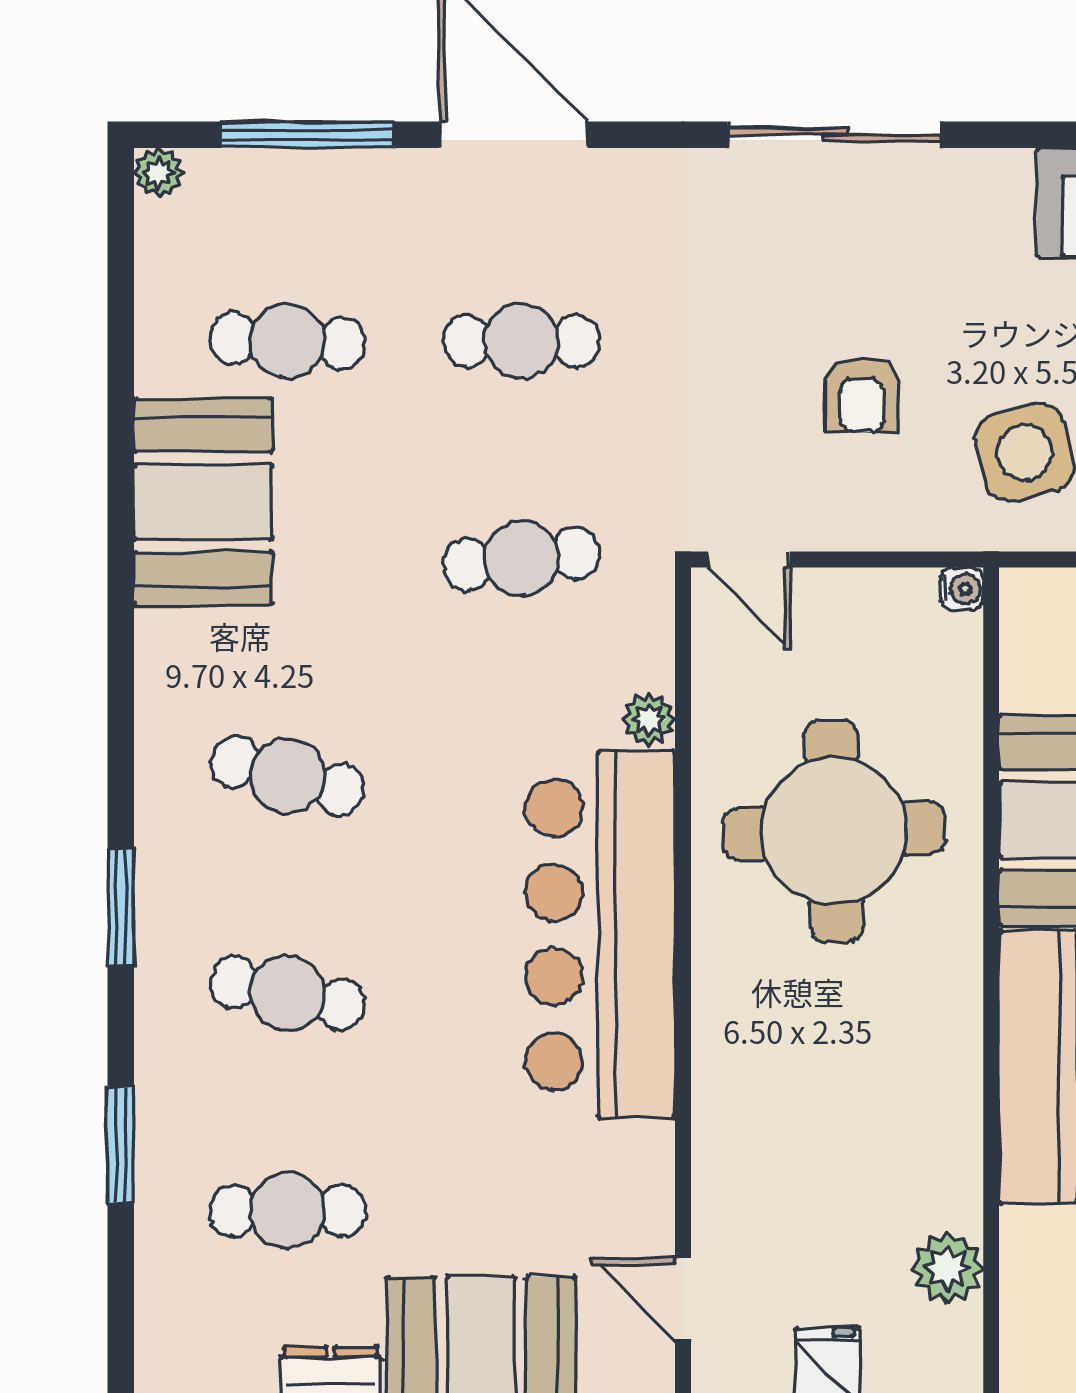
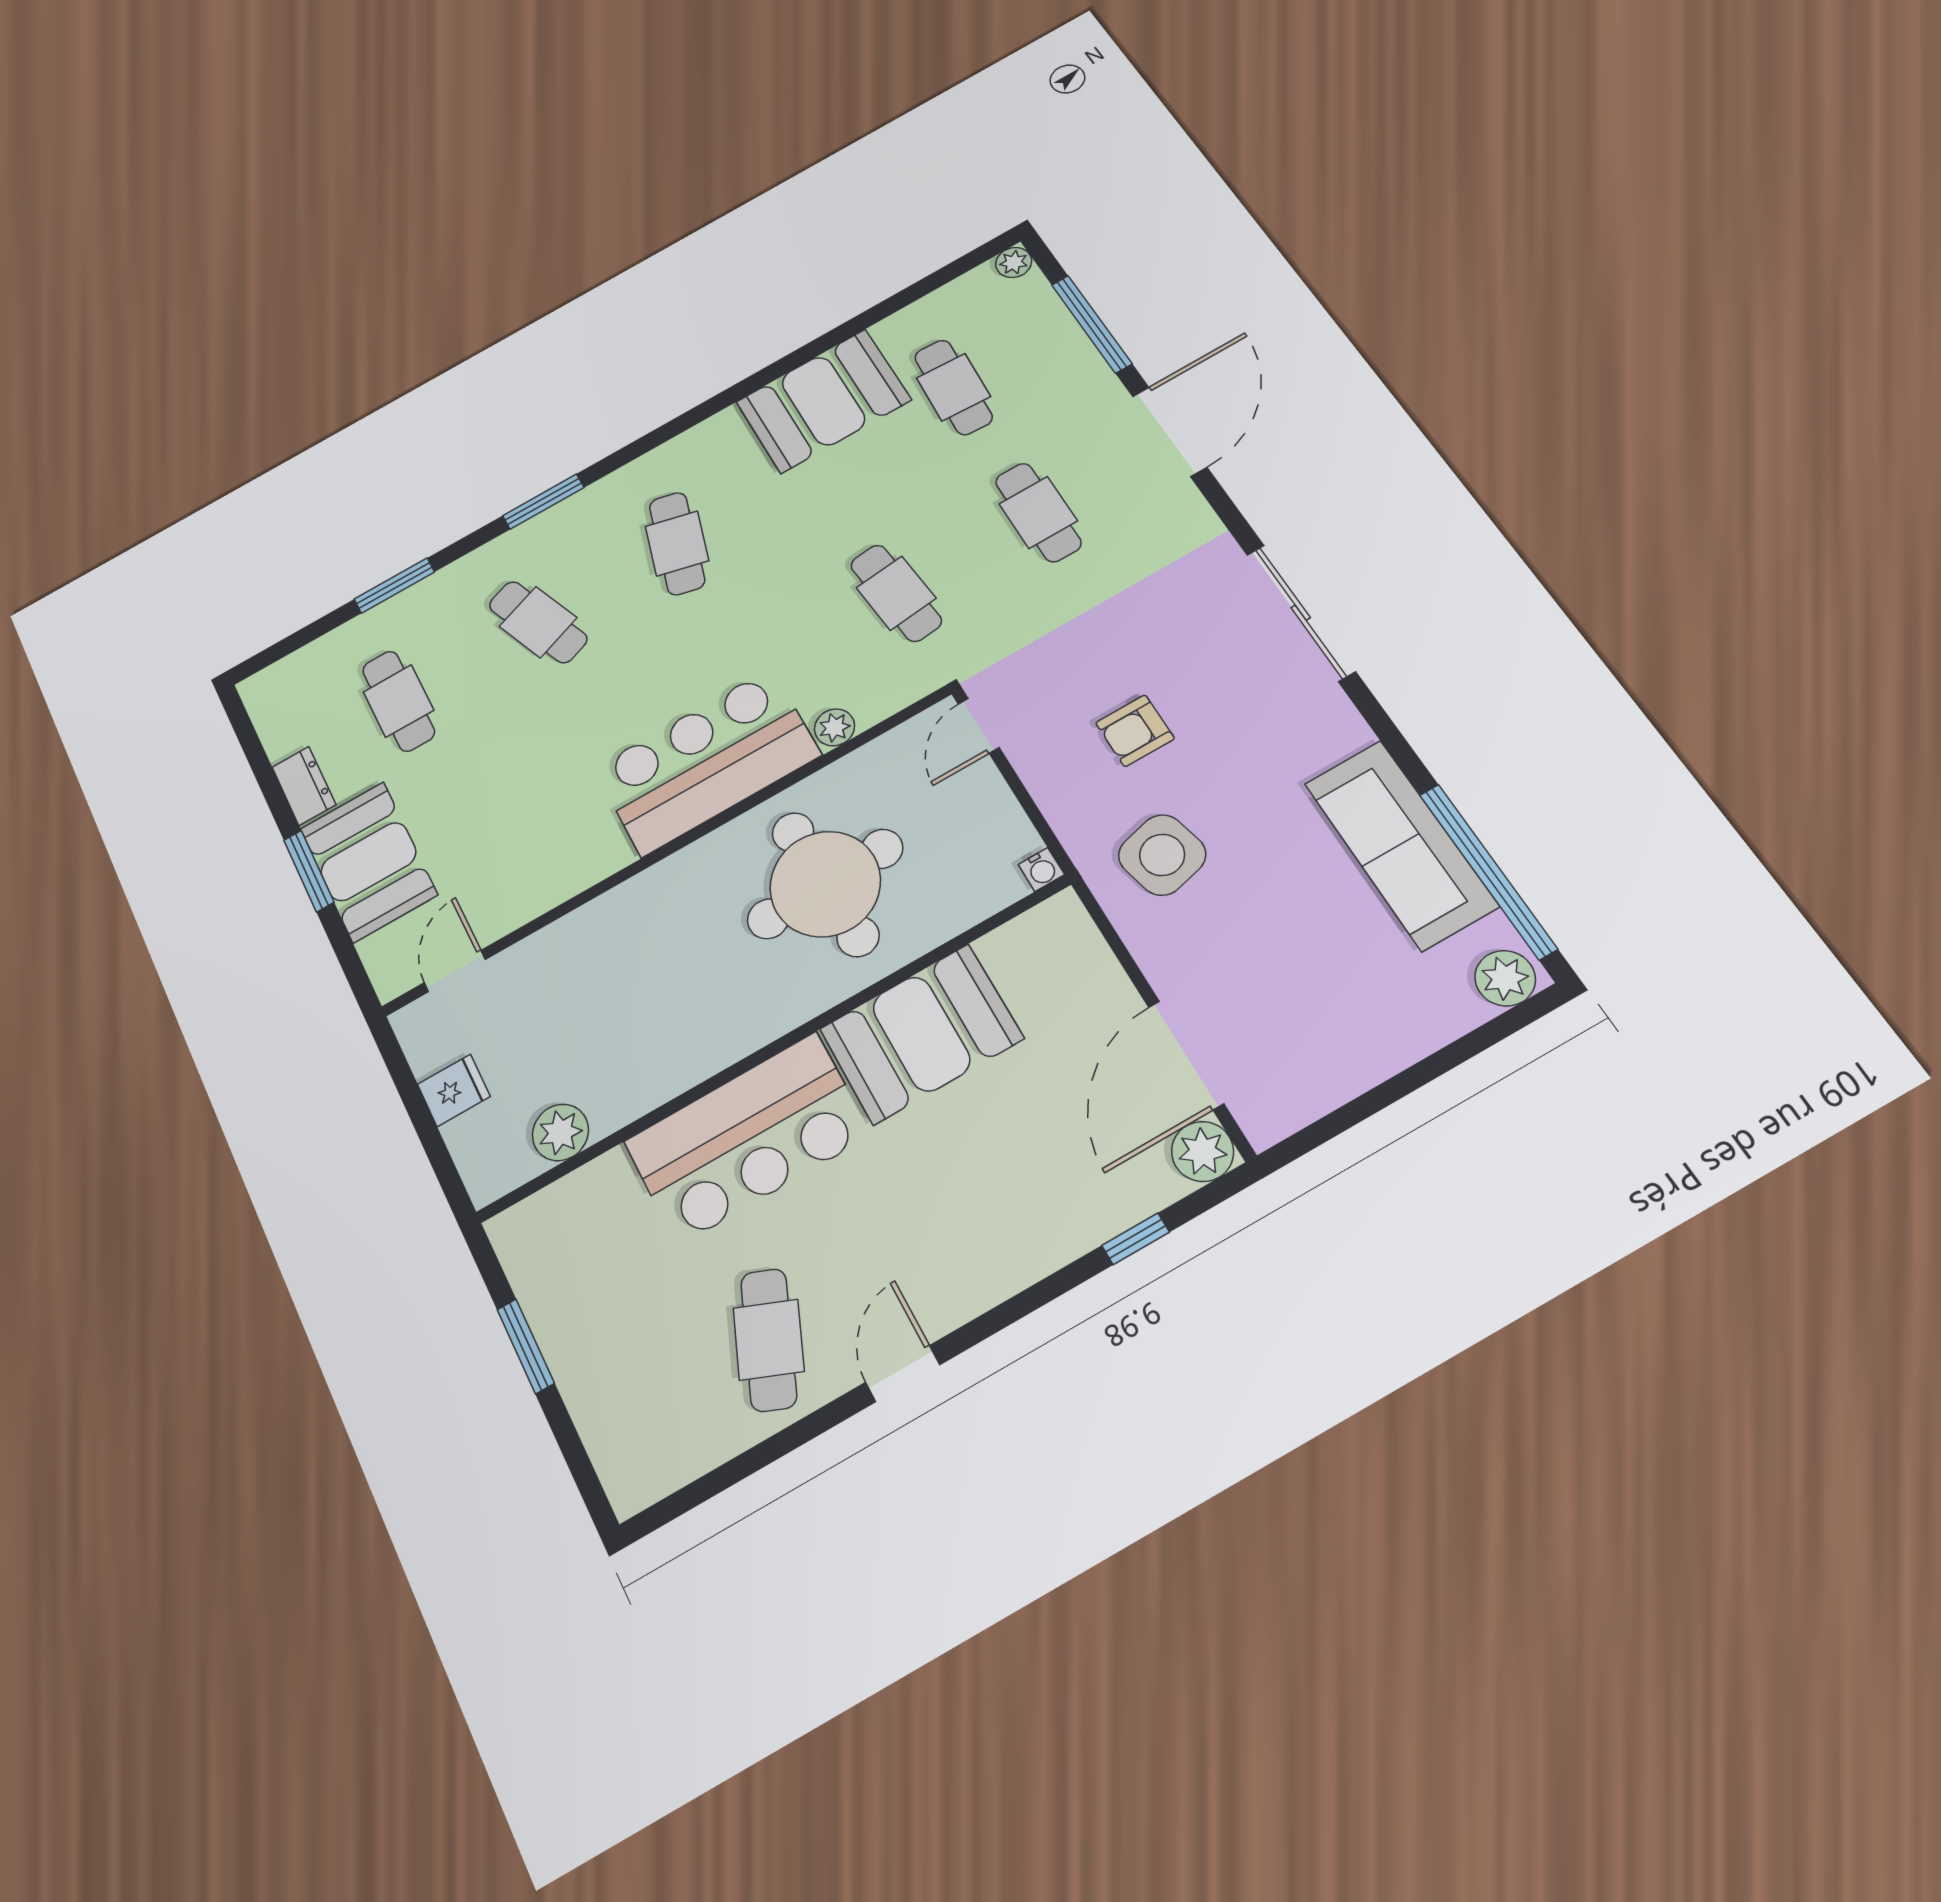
bar counter: (600, 935) -> (707, 762), width x0.73
cafe table: (287, 993) -> (538, 622), turned -33

